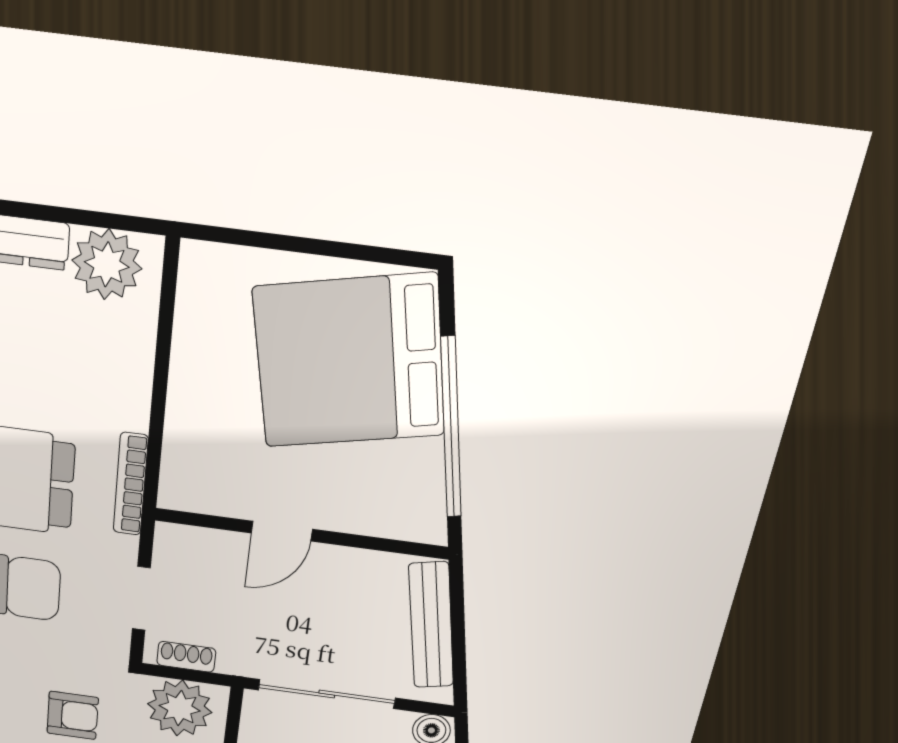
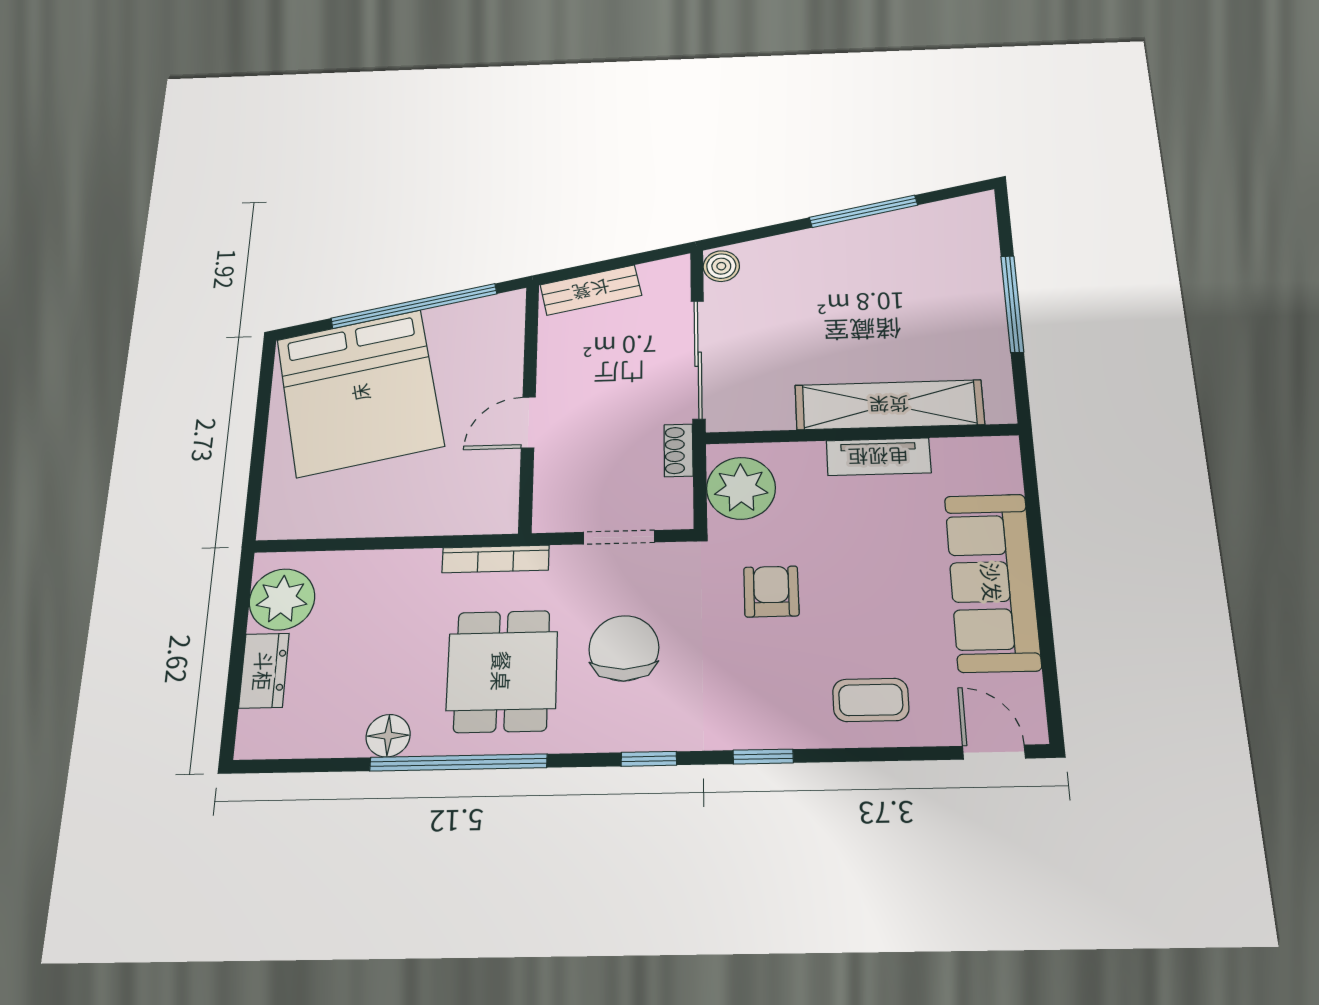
door: (282, 531) -> (528, 422), swing flipped
bench: (431, 626) -> (591, 290), width x0.73
shoe rack: (186, 657) -> (679, 450), moved

